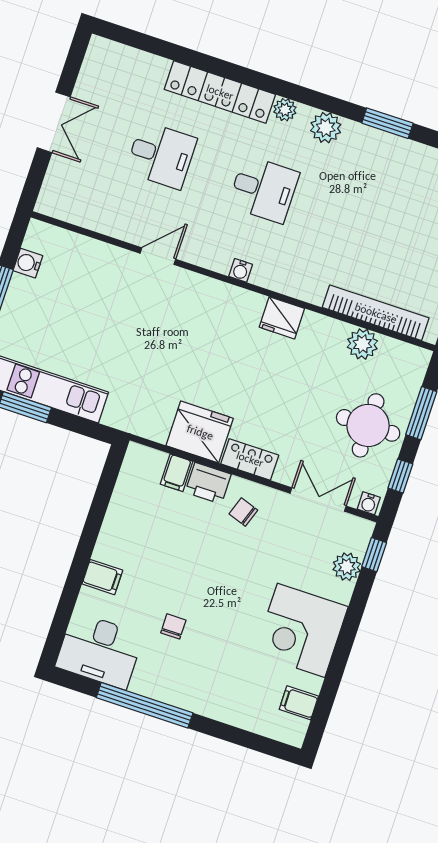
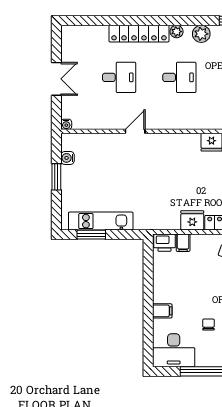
water cooler: (241, 270) -> (66, 124), moved
fridge: (200, 432) -> (192, 220), width x0.73, depth x0.75
printer: (208, 483) -> (165, 243), moved

